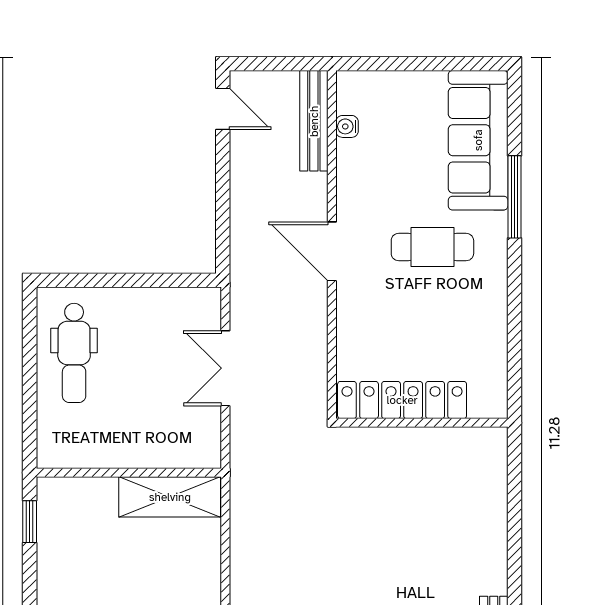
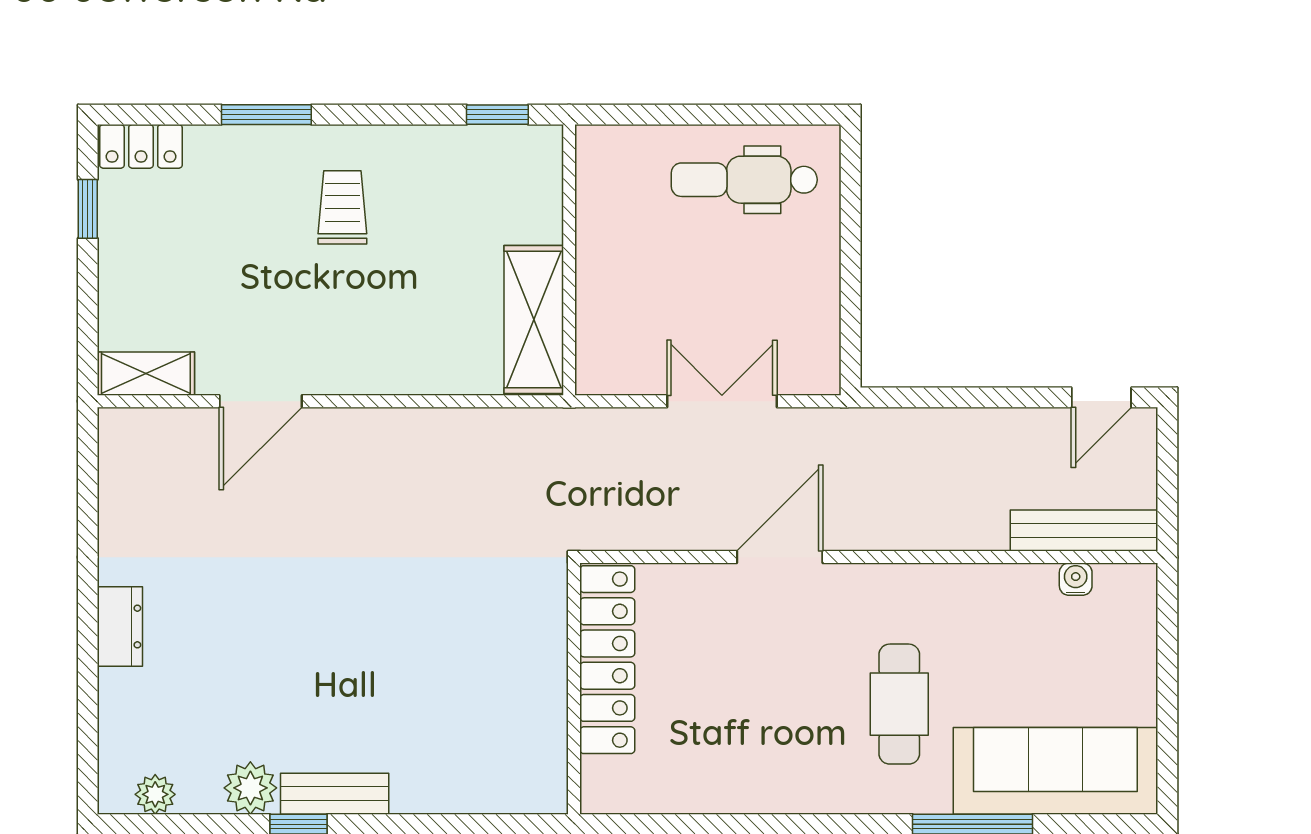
door: (332, 251) -> (780, 557), moved
locker: (402, 400) -> (607, 660), moved
wall: (422, 423) -> (574, 689), moved

